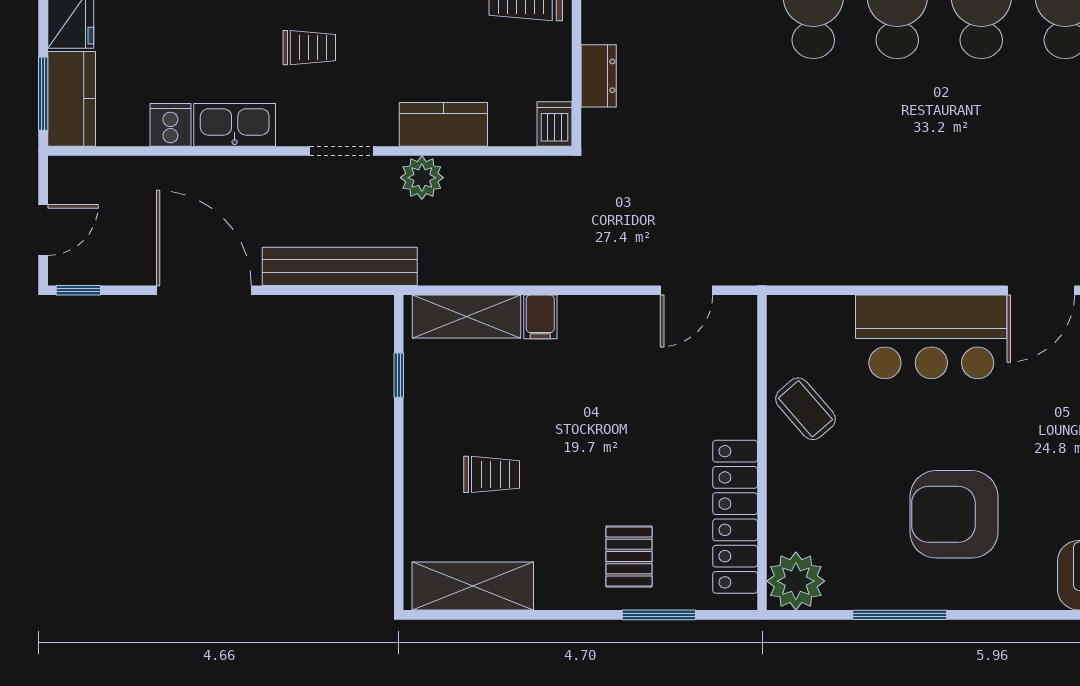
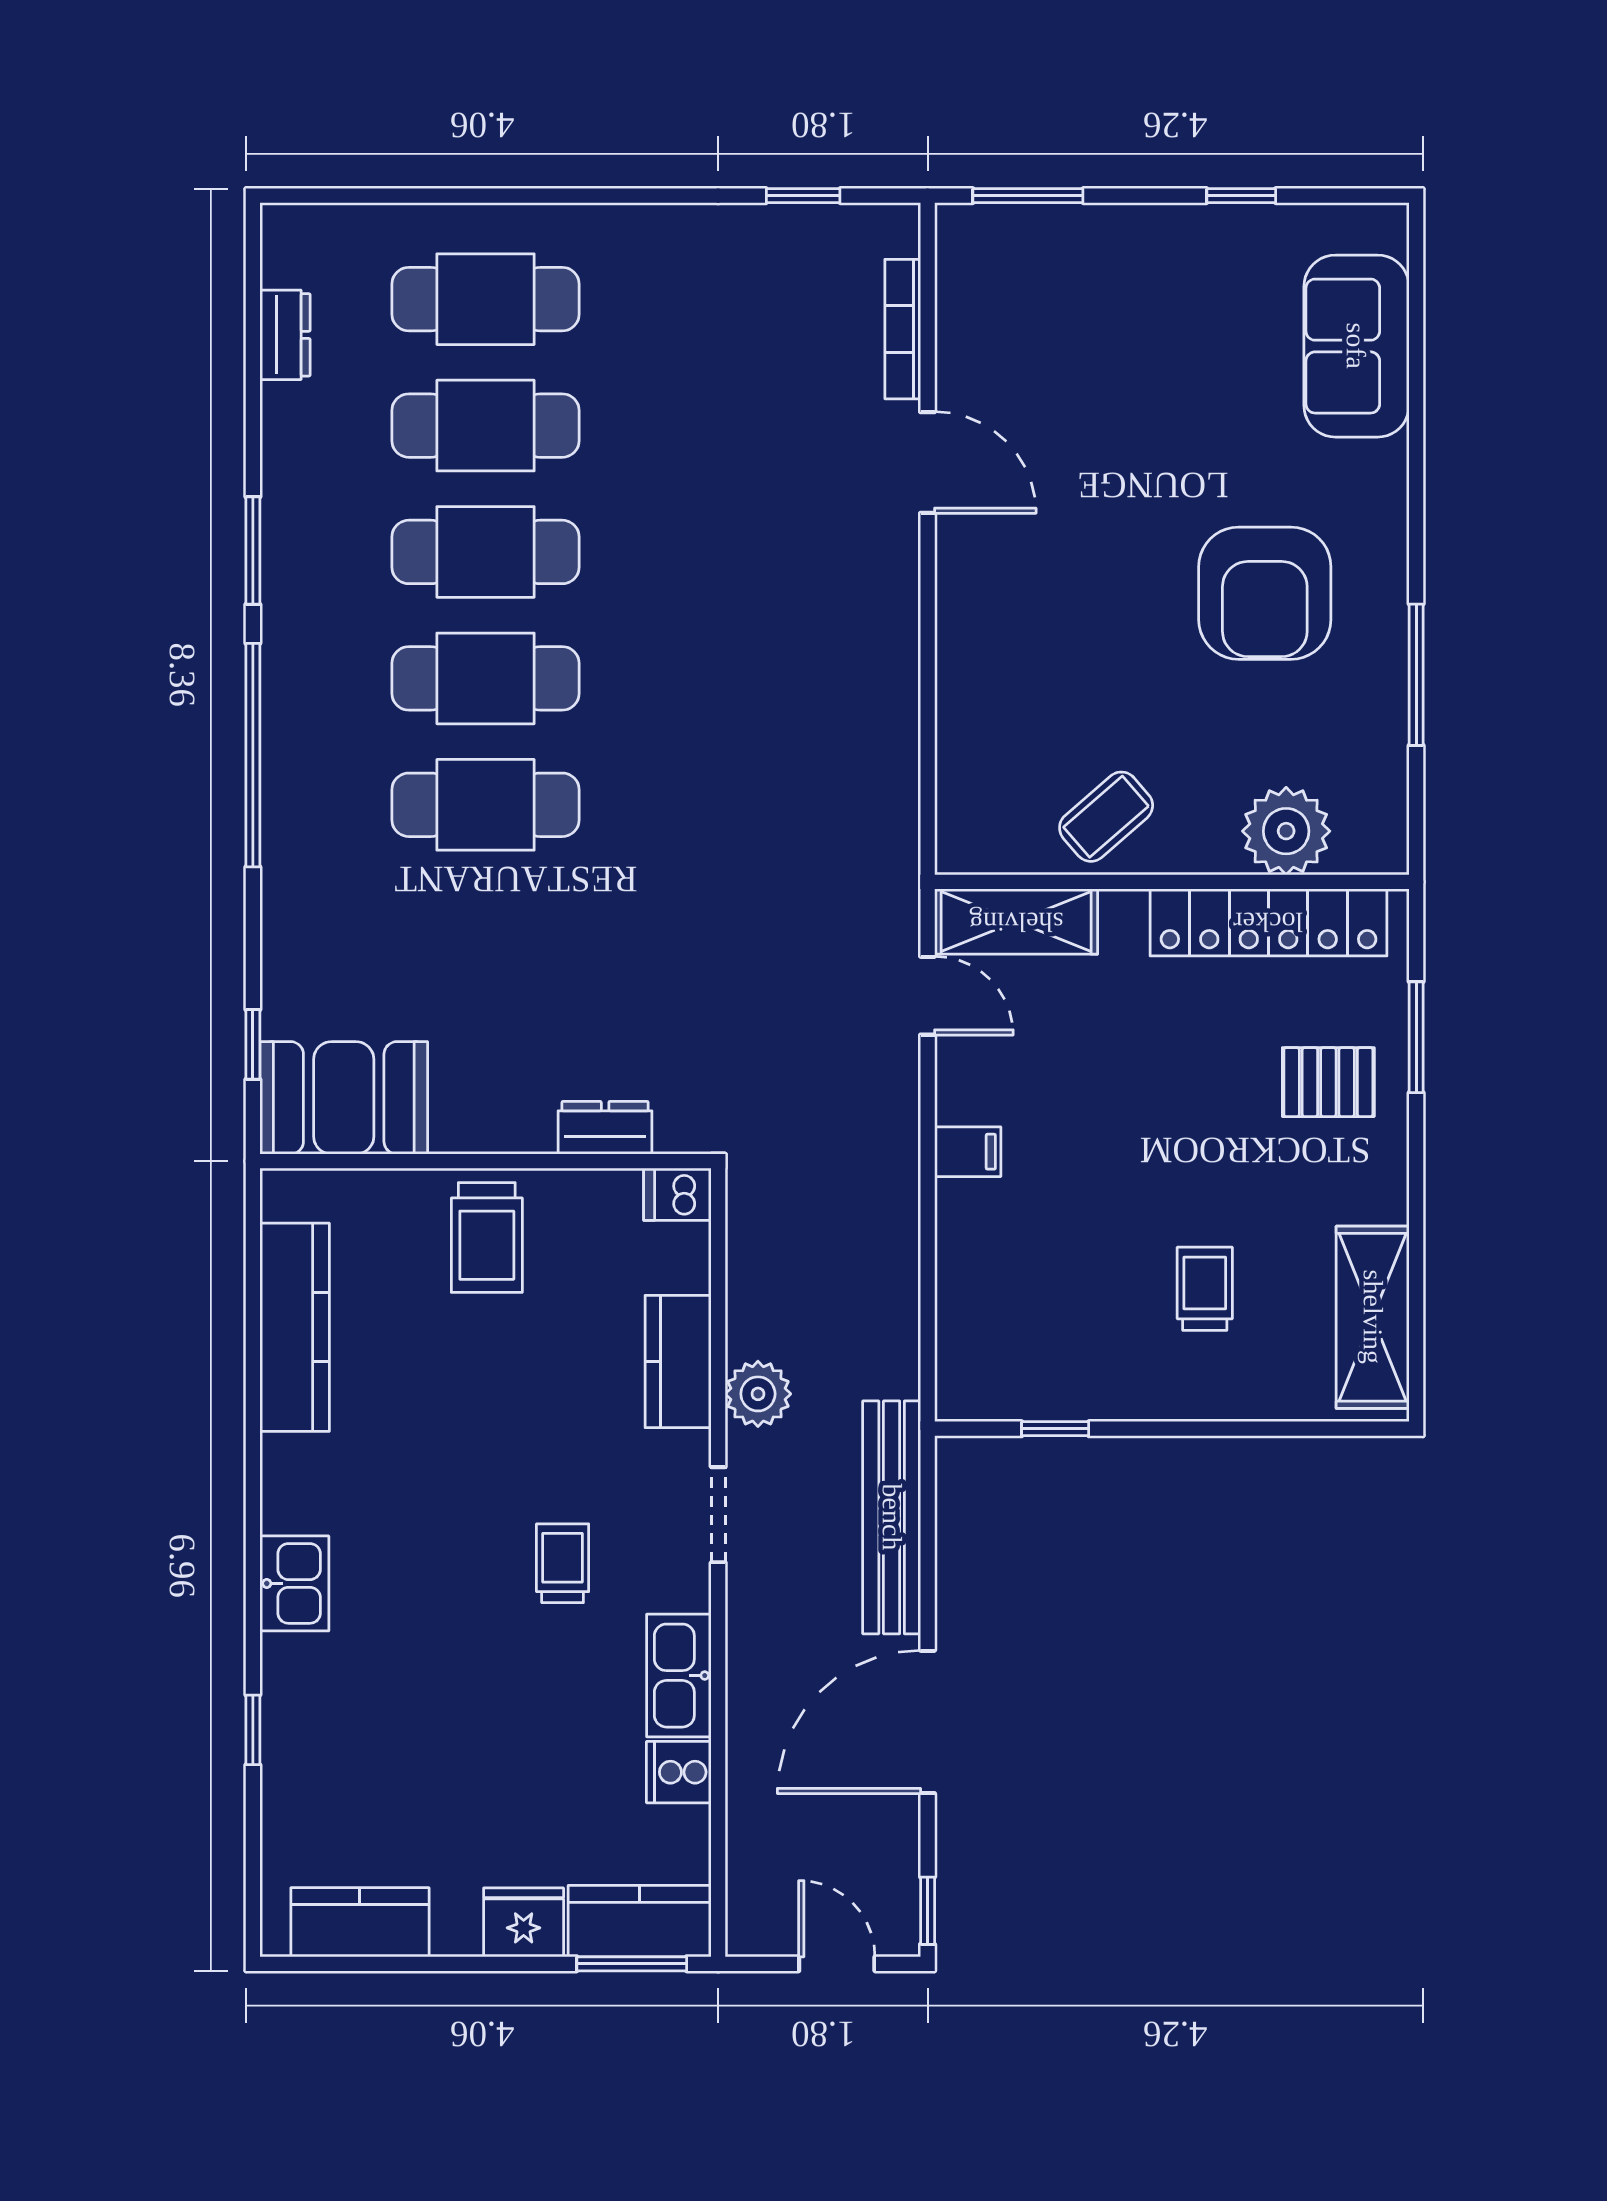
shelving: (467, 317) -> (1016, 922), moved, turned 90
filing cabinet: (540, 317) -> (968, 1152), moved
bar counter: (931, 337) -> (998, 627), removed
plant: (796, 581) -> (1286, 831), moved

